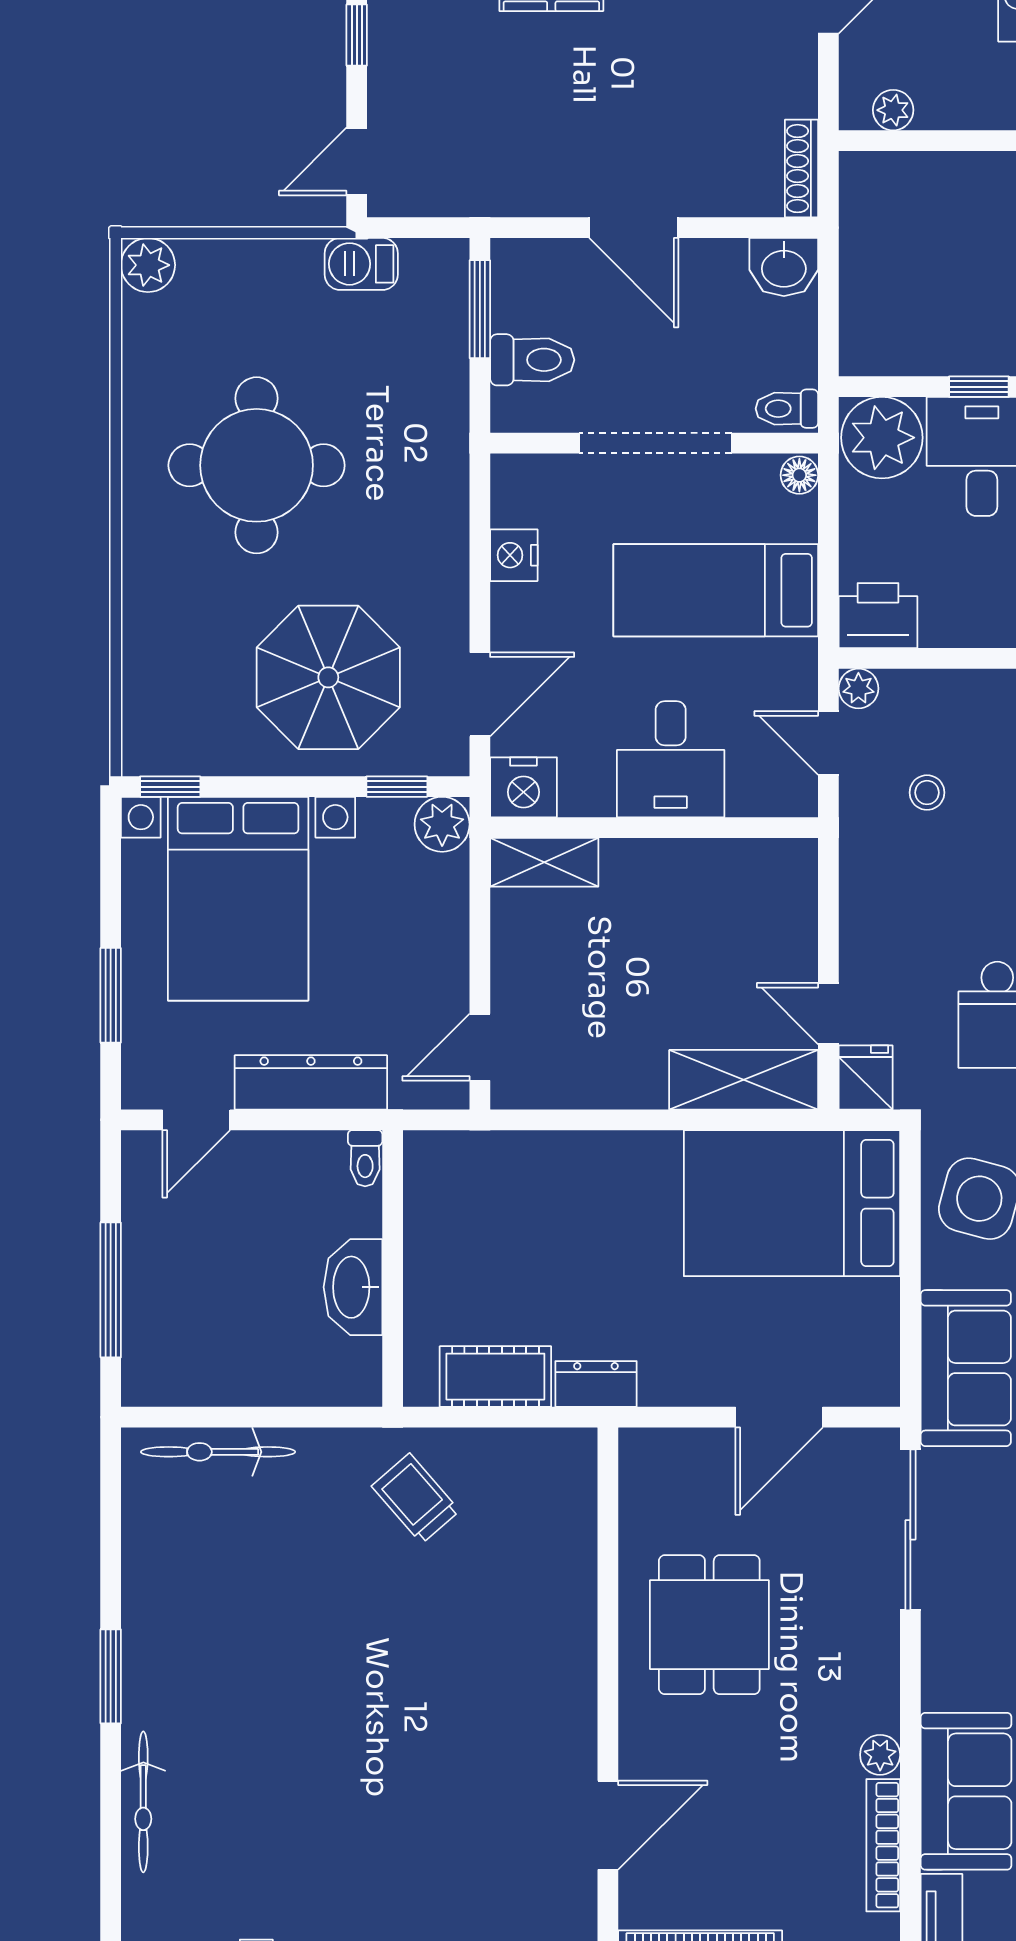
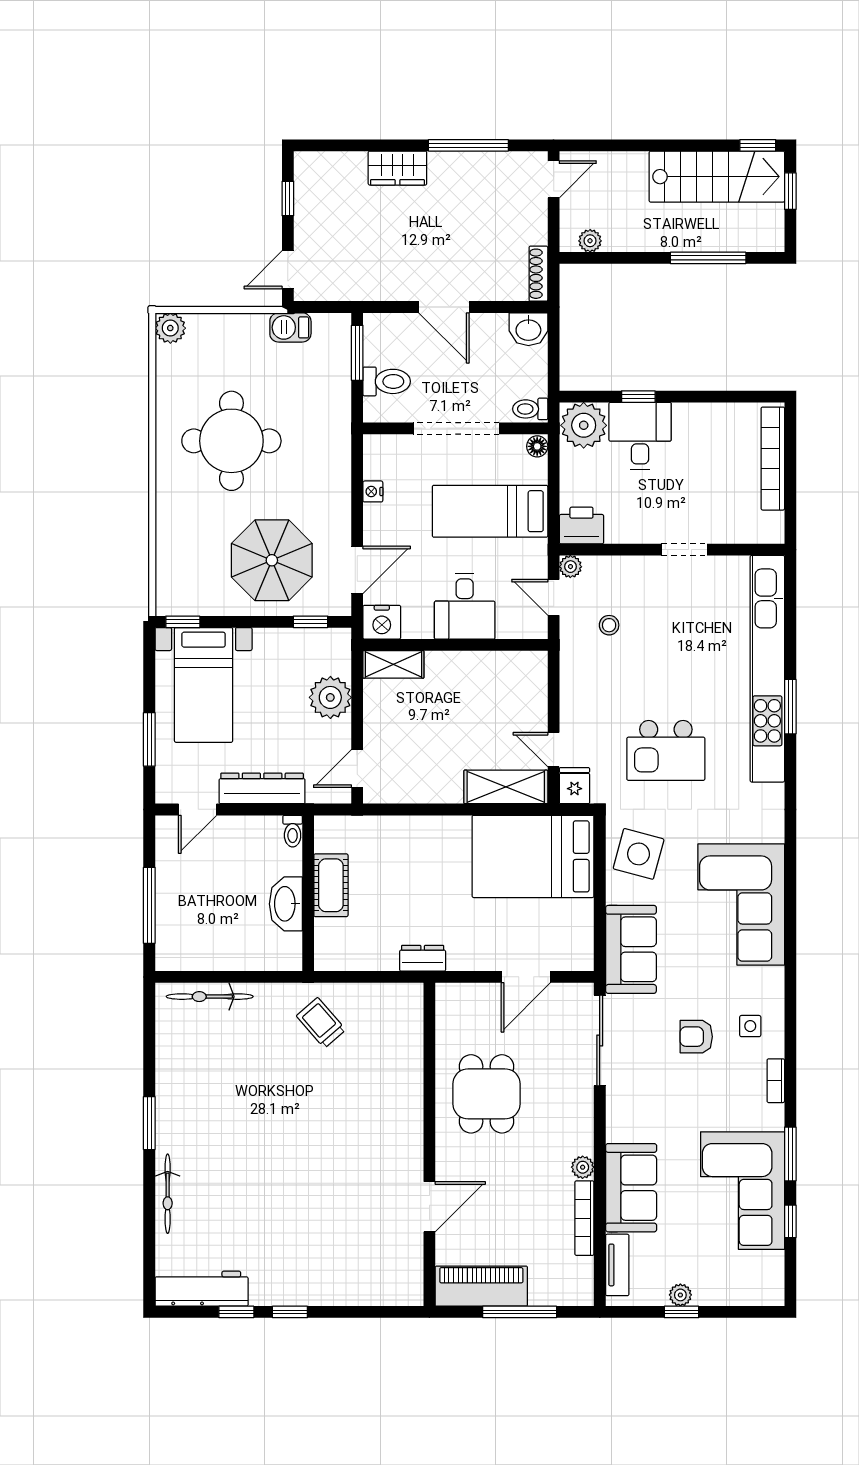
nightstand: (514, 555) -> (373, 491), width x0.72, depth x0.74
plant: (442, 824) -> (330, 697), moved, width x1.36, depth x1.36
bed with nightstands: (238, 899) -> (204, 685), width x0.73
cot: (495, 1377) -> (331, 885), moved, turned 90

